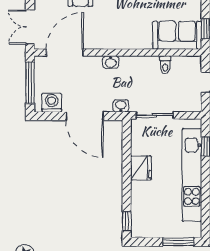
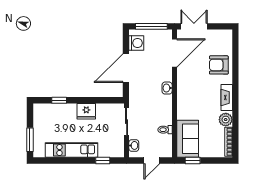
door: (65, 53) -> (174, 53), hinge flipped
washbasin: (121, 106) -> (134, 145), moved
kitchen unit: (192, 175) -> (71, 150), width x0.73
window: (127, 221) -> (59, 100), moved

